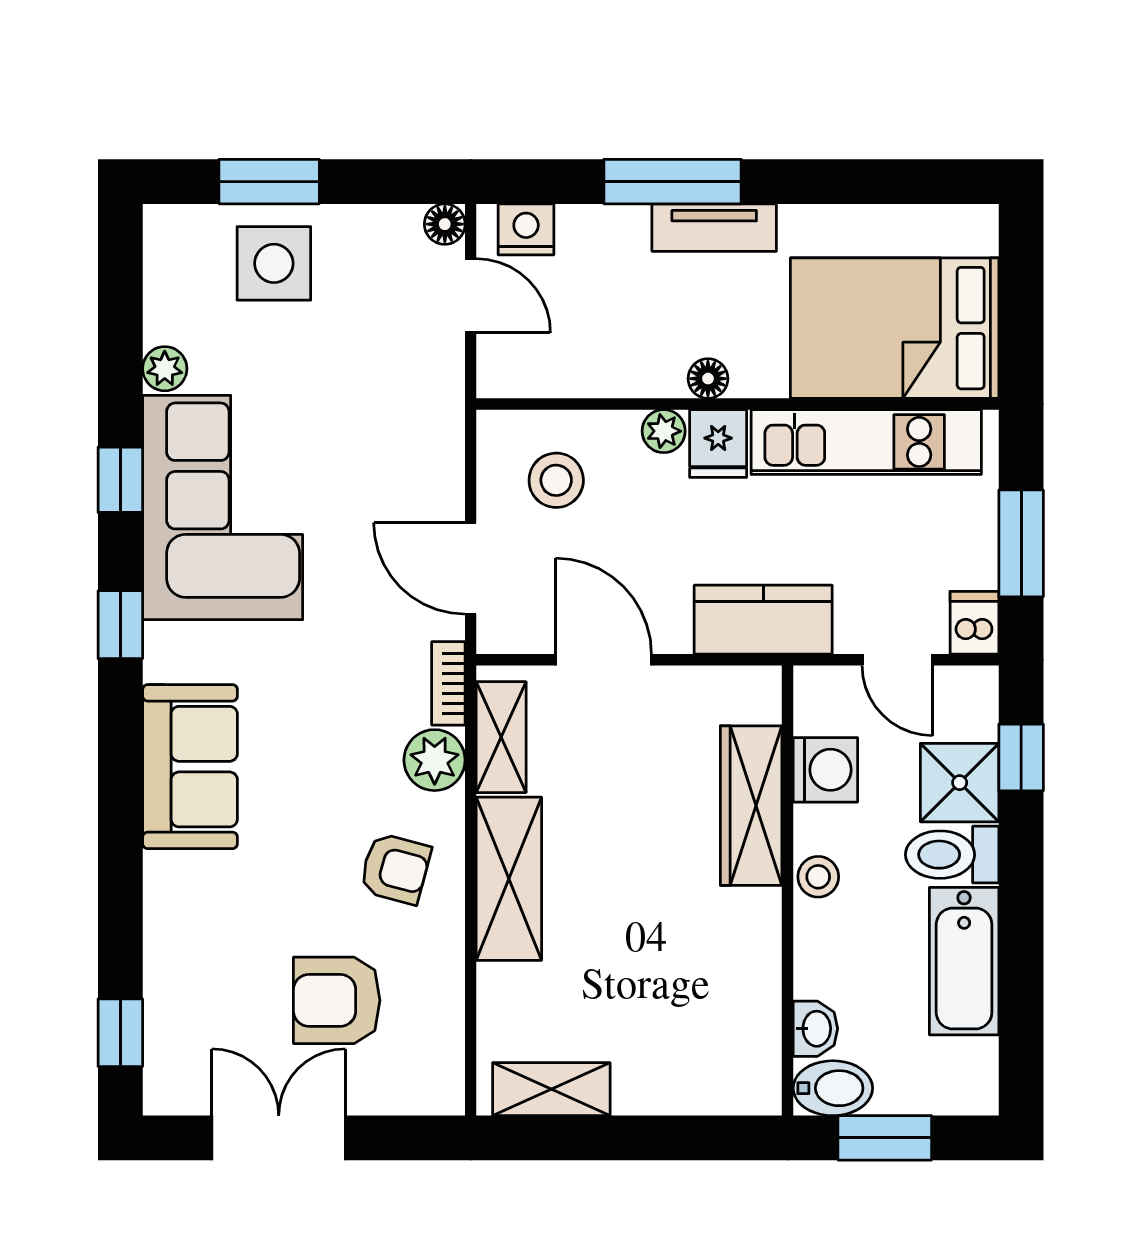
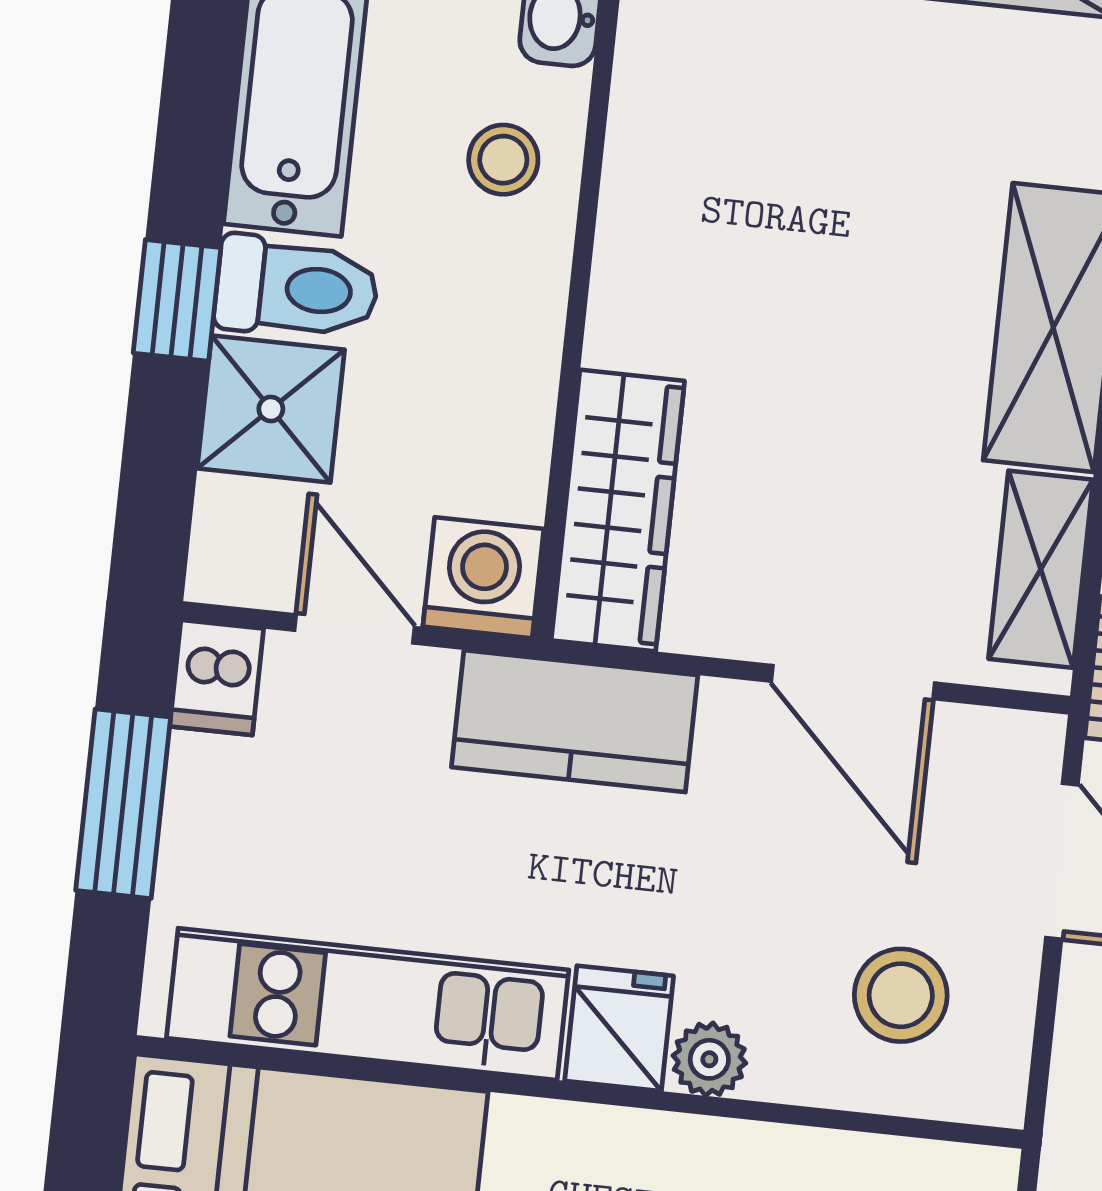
floor lamp: (708, 379) -> (625, 1140), removed
window: (1021, 758) -> (177, 300), moved
washing machine: (825, 770) -> (483, 578), moved, turned 90
wardrobe: (751, 806) -> (618, 511), moved
stool: (818, 877) -> (503, 160), moved

